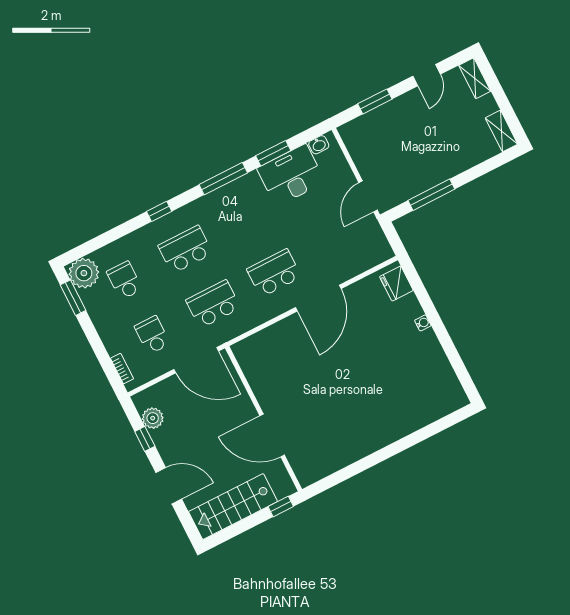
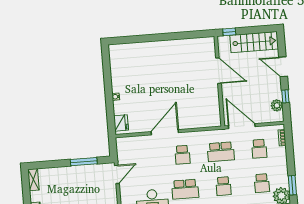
school desk: (246, 218) -> (185, 189), added
school desk: (185, 249) -> (223, 186), width x0.54
school desk: (274, 273) -> (182, 155), width x0.54

